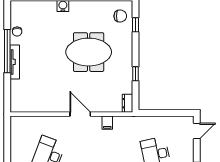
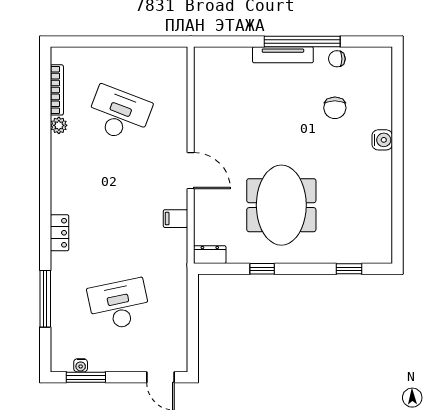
chair: (120, 16) -> (335, 108), moved
meeting table: (89, 52) -> (281, 205), moved
door: (80, 114) -> (191, 171), hinge flipped

